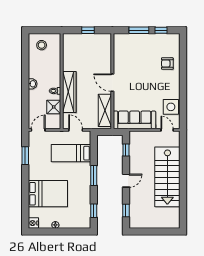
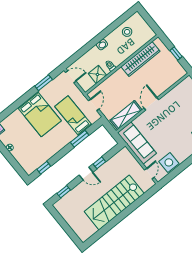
stool: (42, 45) -> (127, 32), moved
wardrobe: (69, 92) -> (141, 59), moved
window: (126, 150) -> (99, 163), moved
window: (94, 176) -> (80, 139), moved
bed: (48, 194) -> (39, 114), moved

